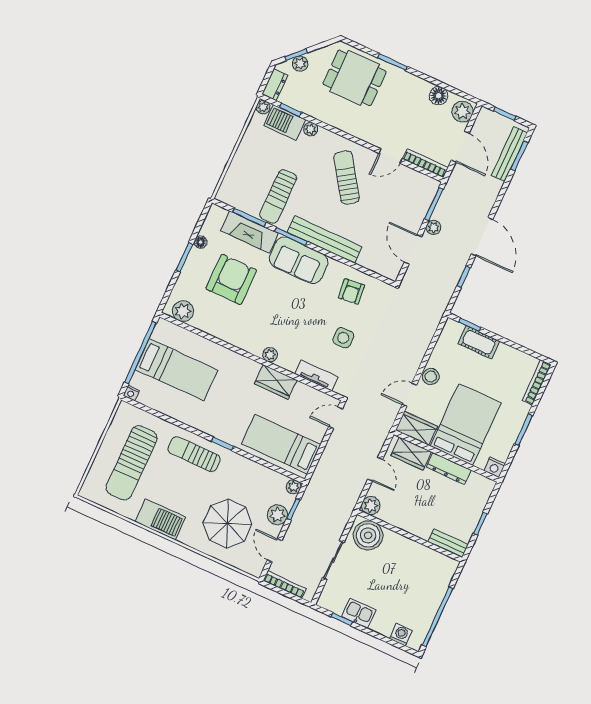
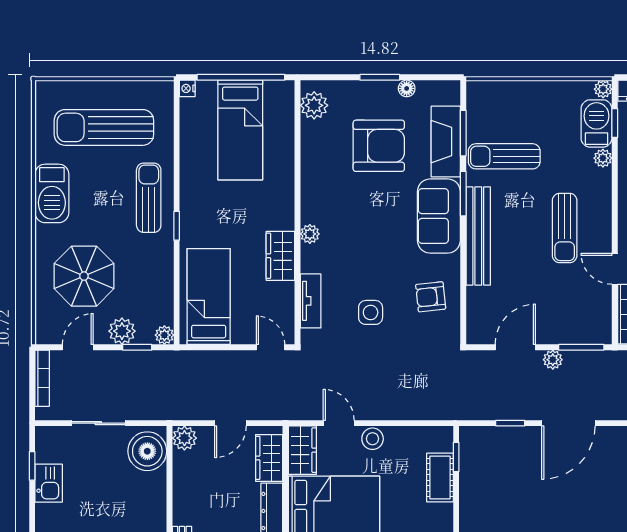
sun lounger: (347, 178) -> (565, 228), turned 124

